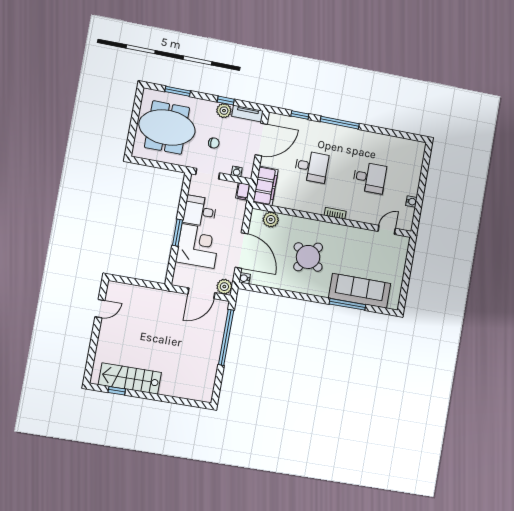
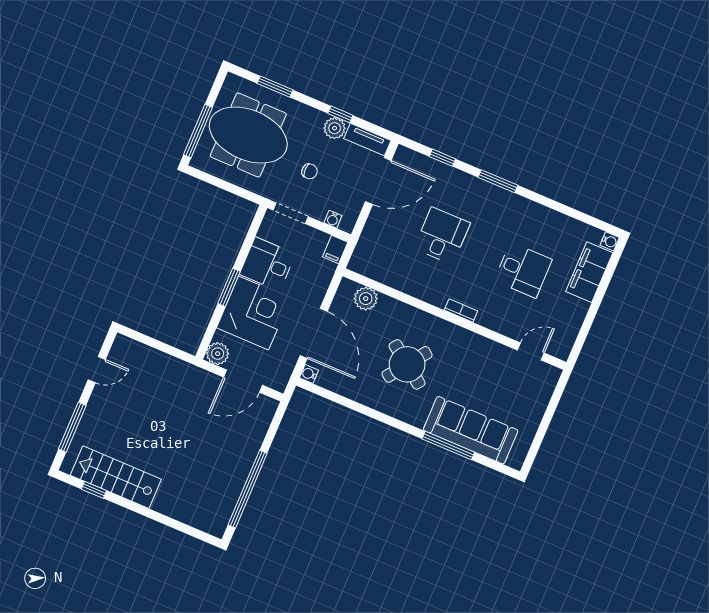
window: (340, 123) -> (498, 181), width x0.69
window: (132, 132) -> (198, 131), added
desk: (311, 167) -> (442, 236), turned -90
filing cabinet: (266, 186) -> (589, 272), moved, turned 180
water cooler: (411, 201) -> (610, 241), moved
plant: (224, 287) -> (218, 354), moved
window: (226, 337) -> (248, 489), moved
window: (92, 352) -> (72, 427), added

